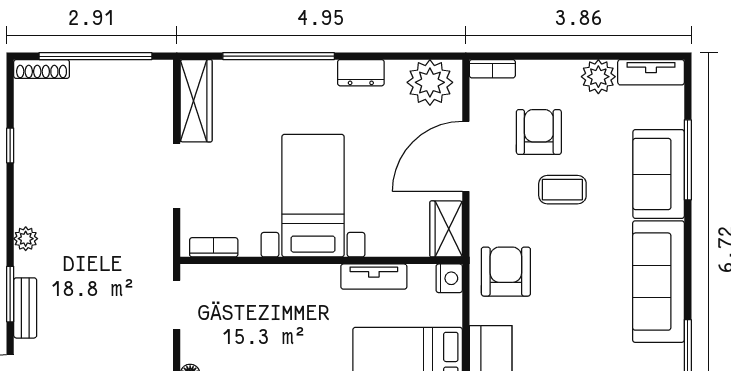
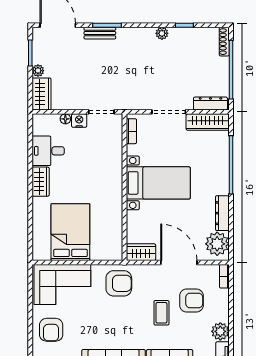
dresser: (361, 73) -> (222, 213), width x1.44
dresser: (161, 95) -> (210, 104), added
plant: (26, 239) -> (162, 33), moved
tv unit: (374, 277) -> (116, 215), removed
nightstand: (449, 278) -> (79, 121), moved, turned 180

